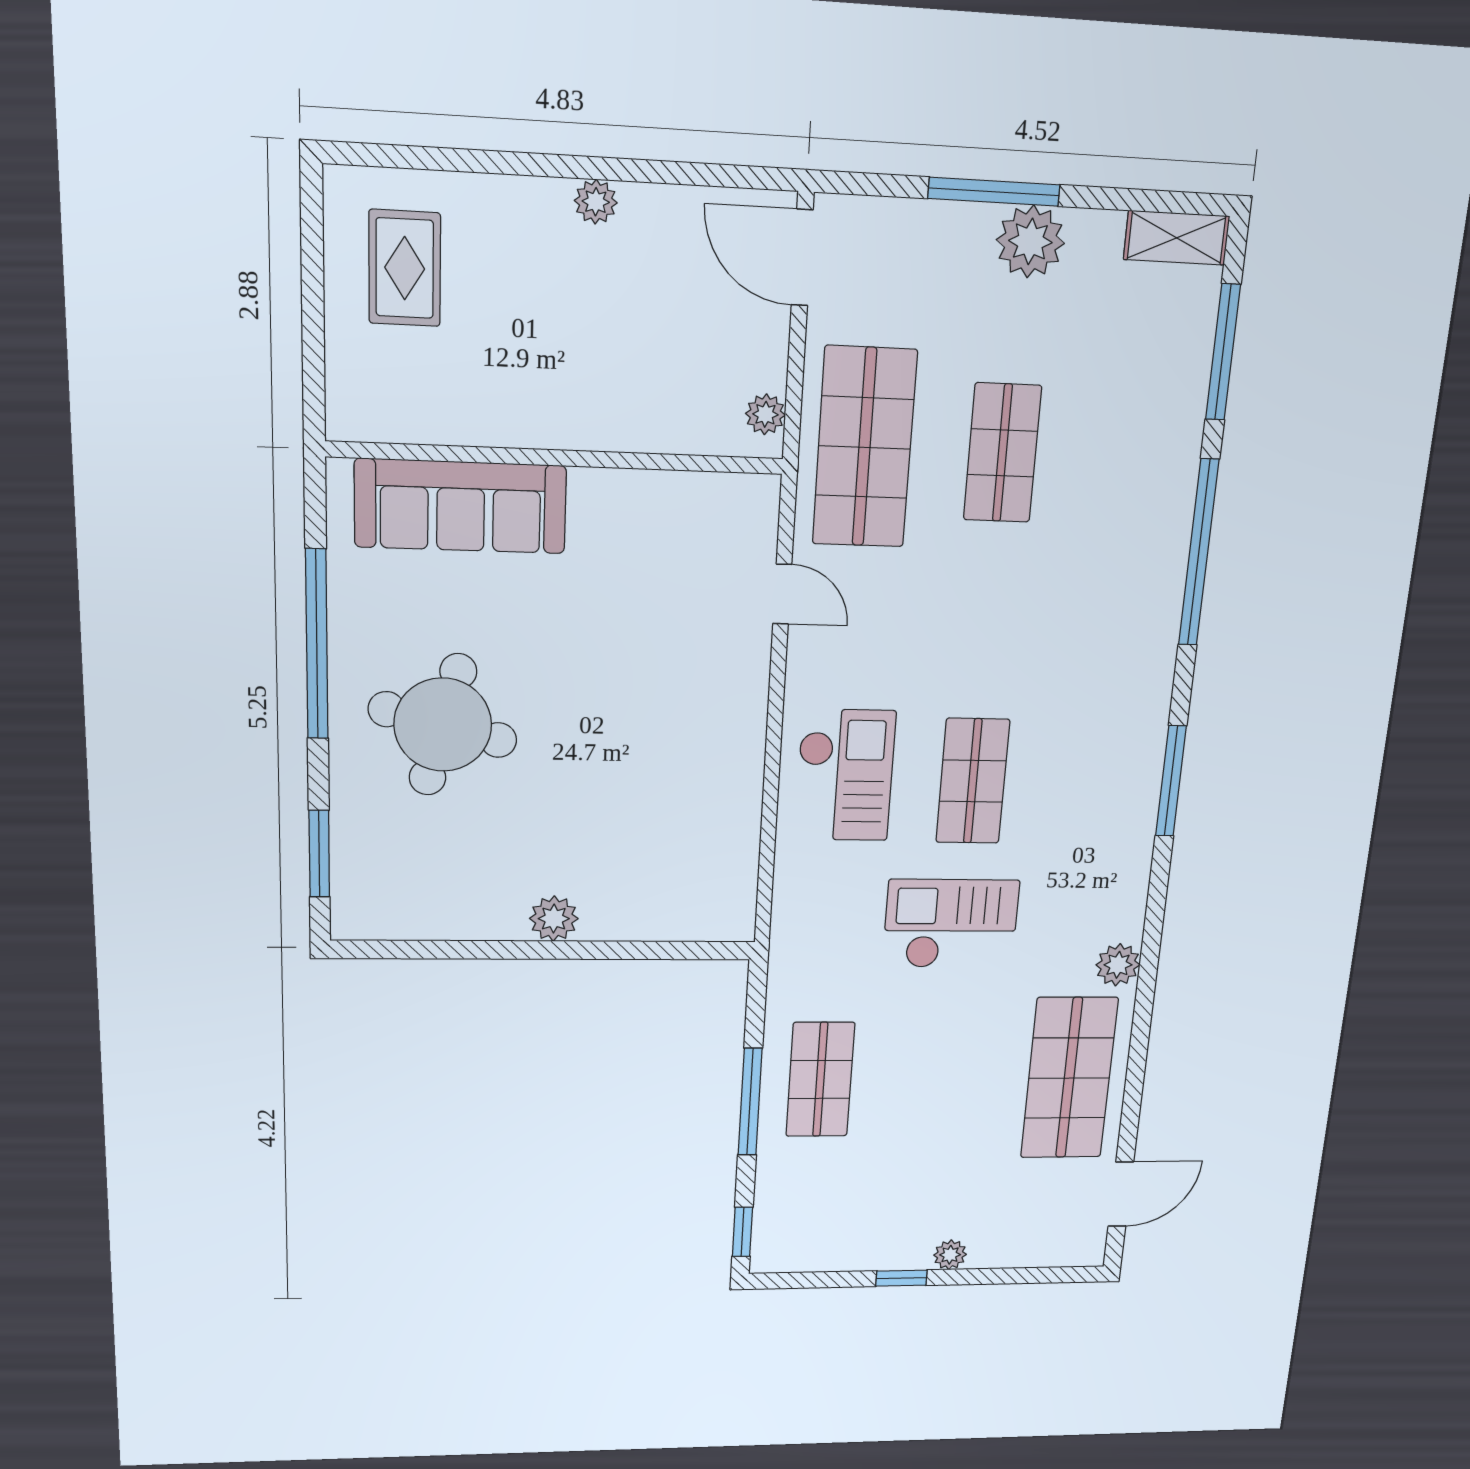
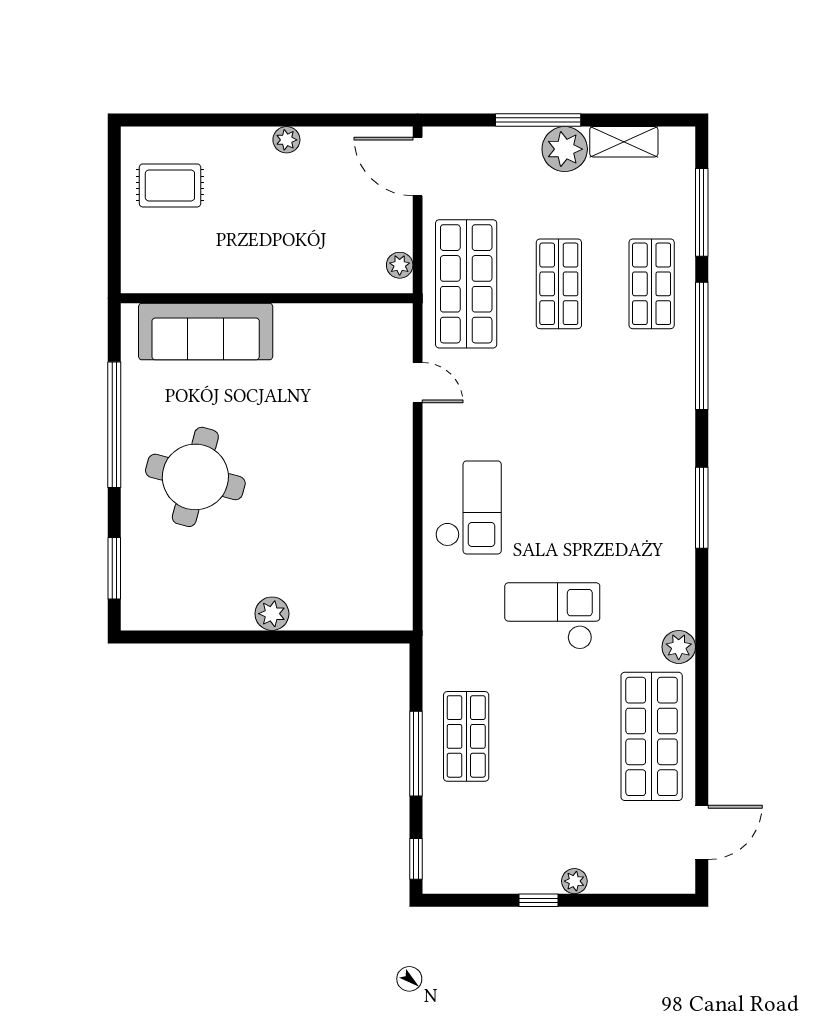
shelving: (1177, 238) -> (624, 142), moved
rug: (405, 268) -> (170, 185), turned 90
shop shelf: (973, 781) -> (652, 284), moved

